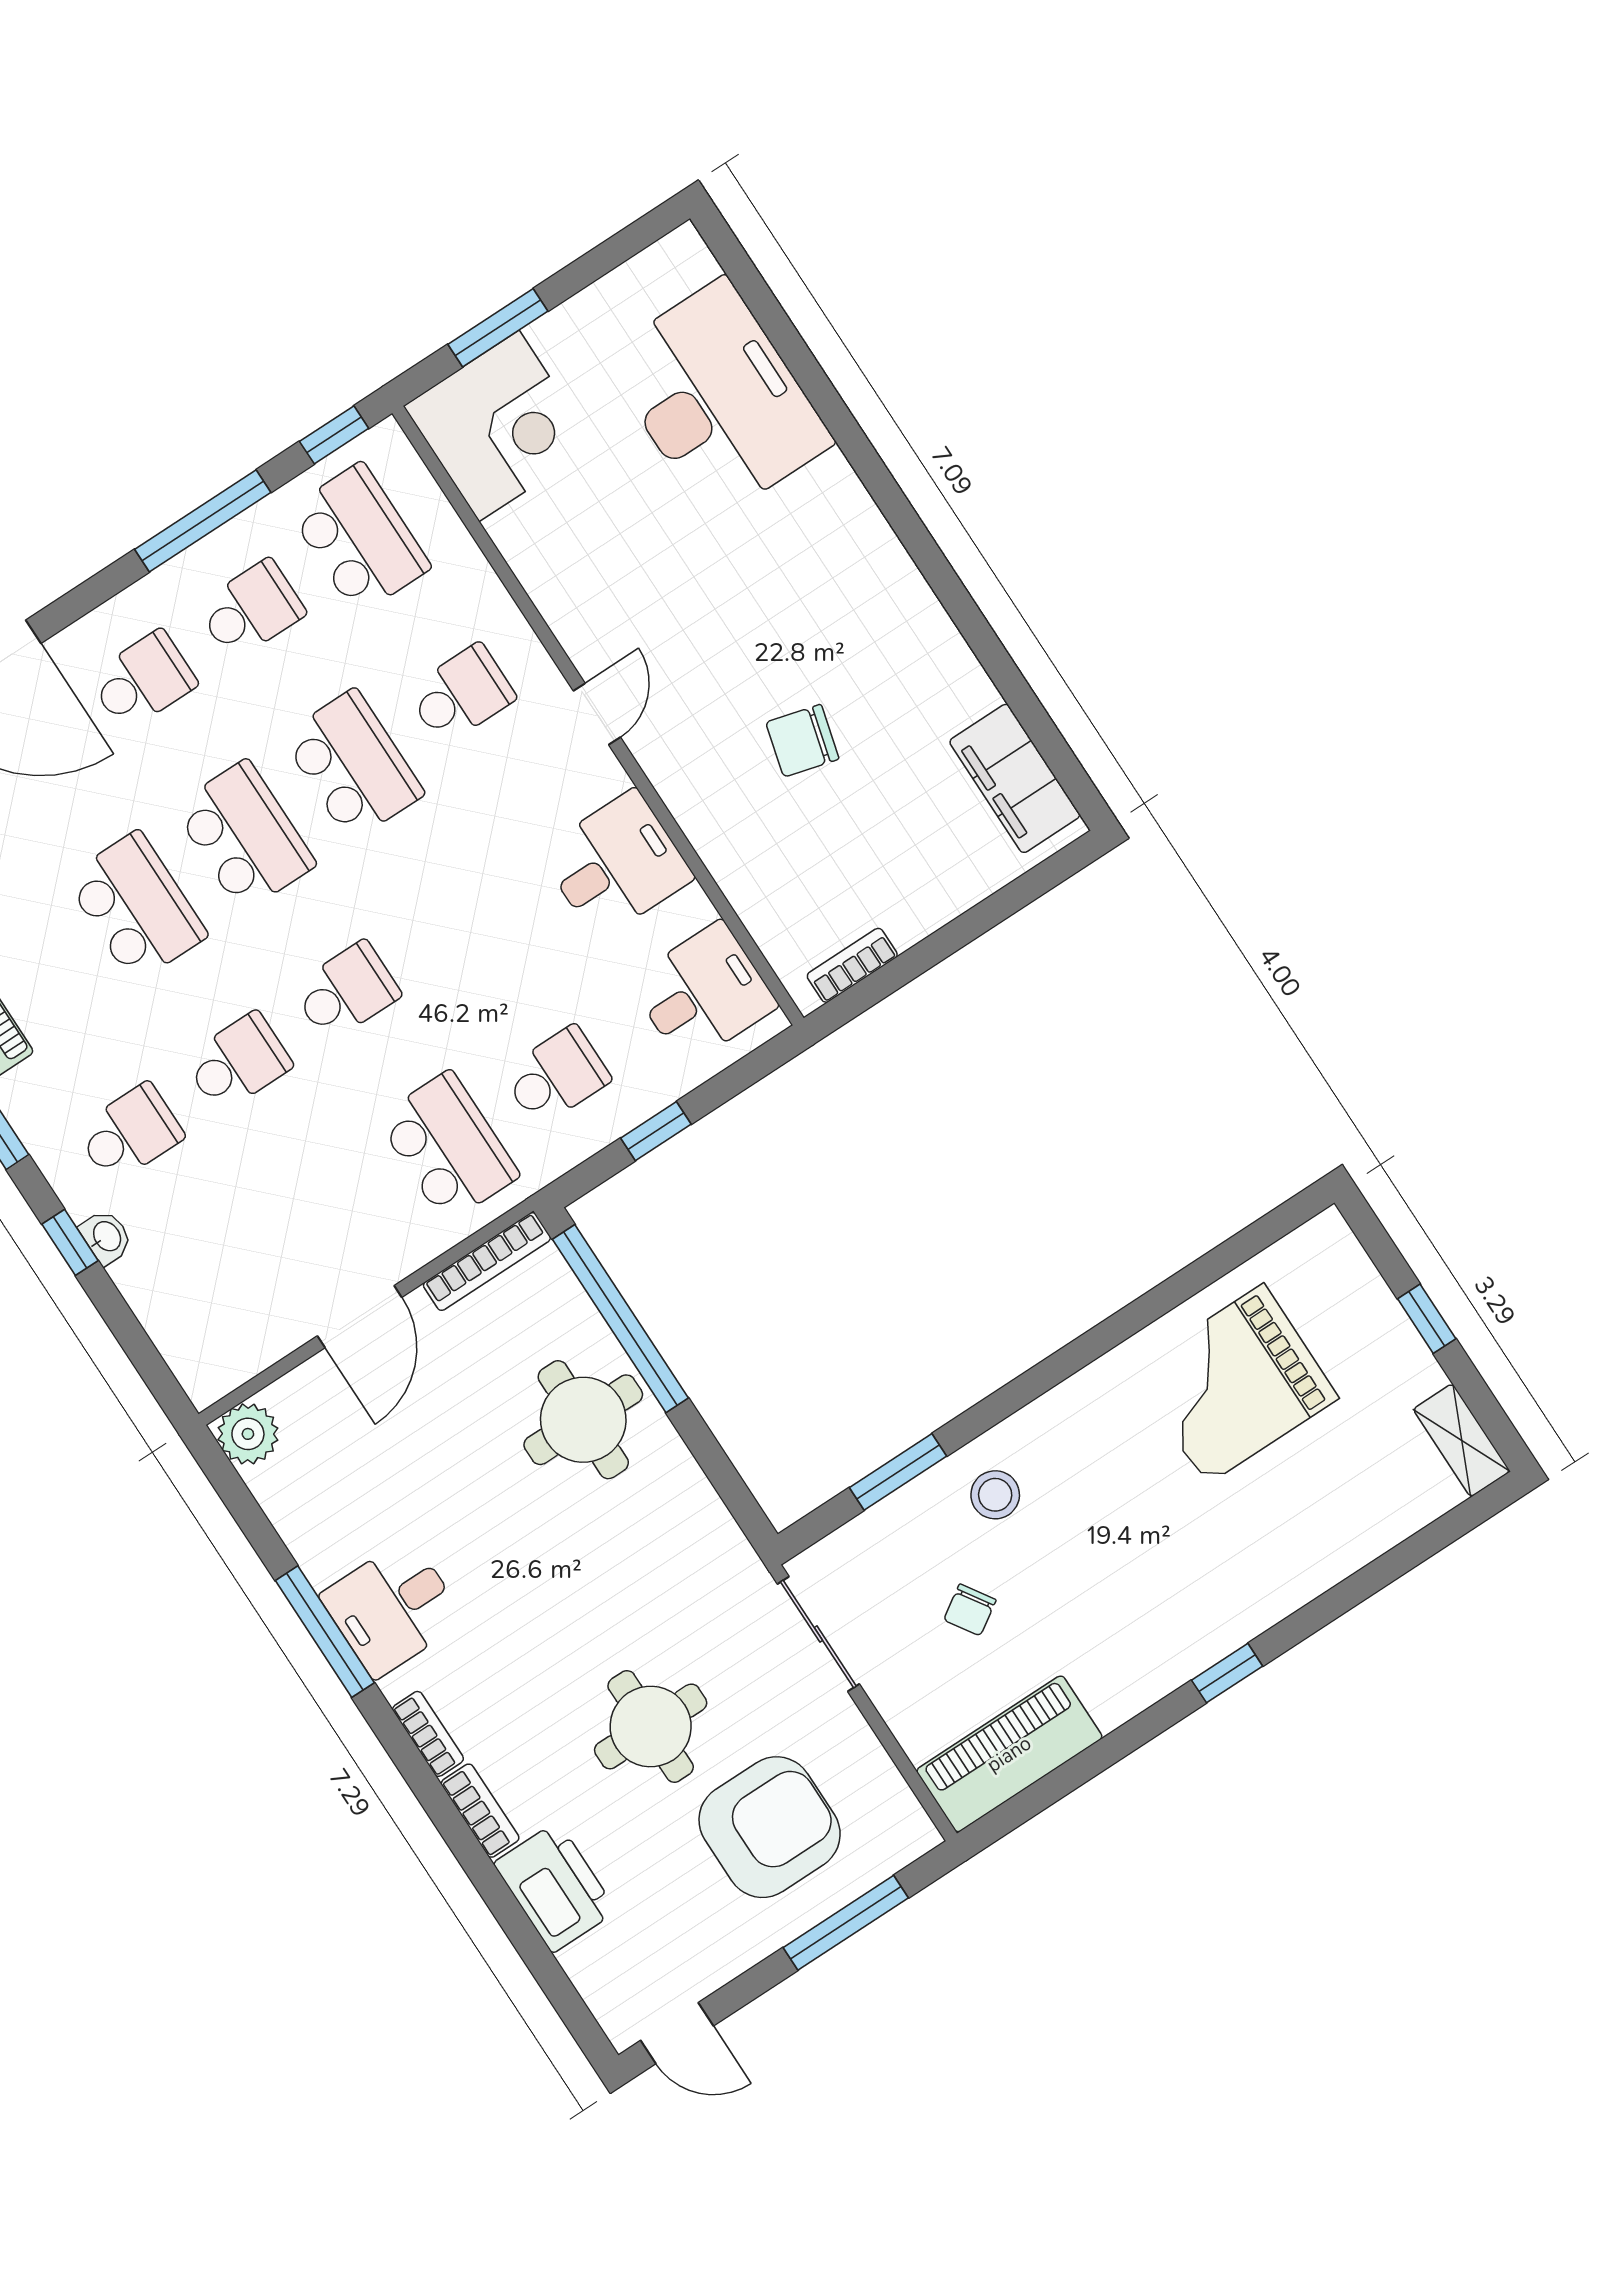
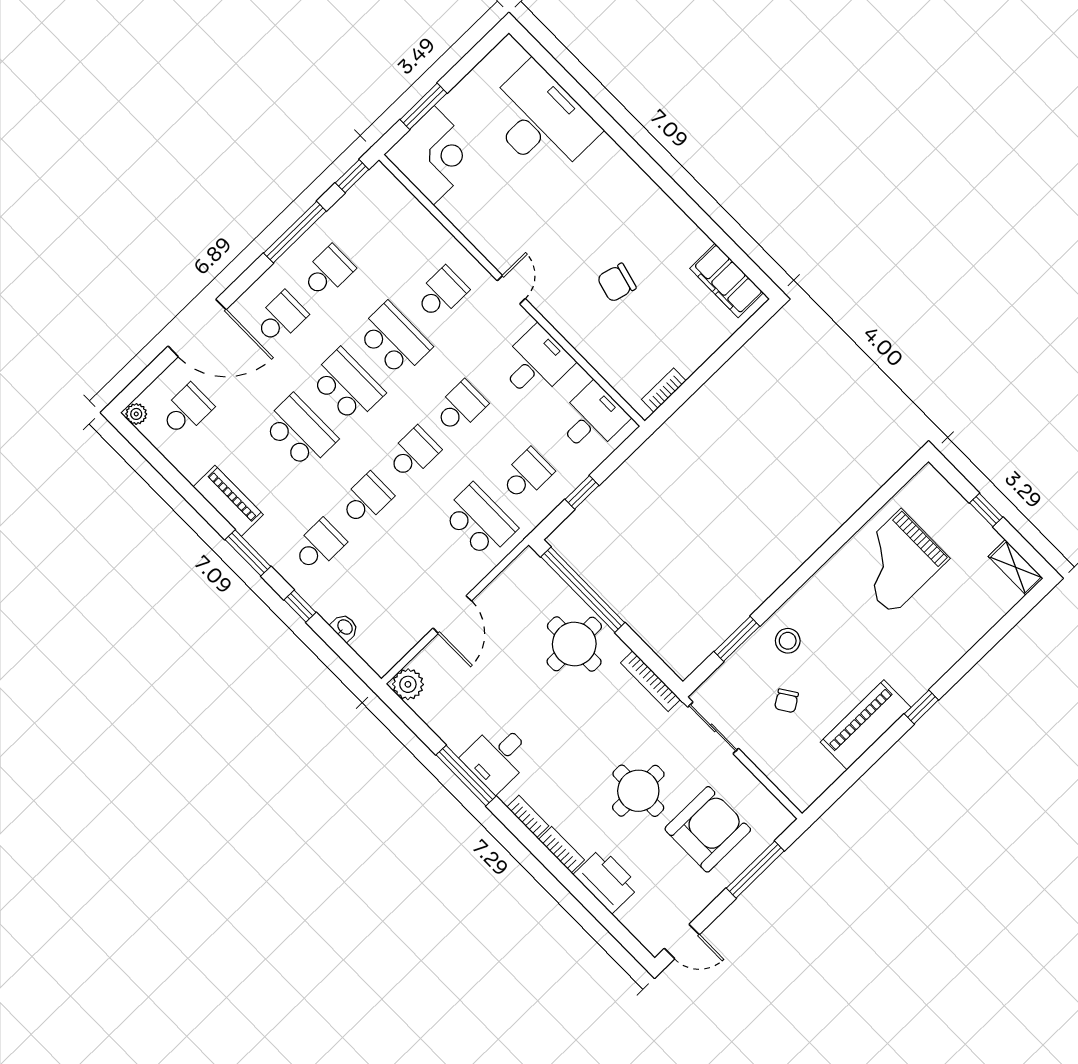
school desk: (359, 539) -> (460, 407), moved, width x0.54
washbasin: (106, 1237) -> (345, 627), moved
bookcase: (487, 1261) -> (651, 681), moved, turned 90
piano: (1009, 1754) -> (866, 725), moved

